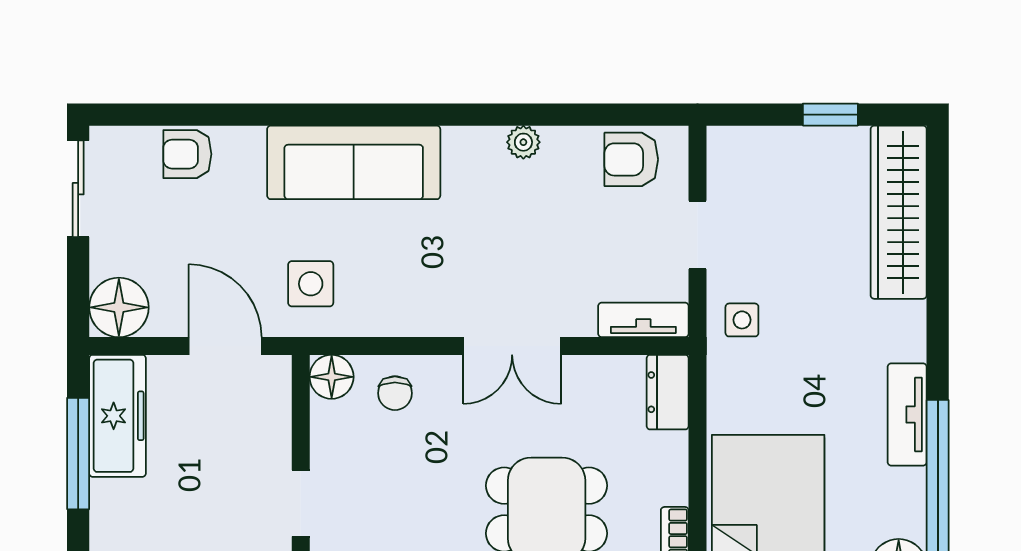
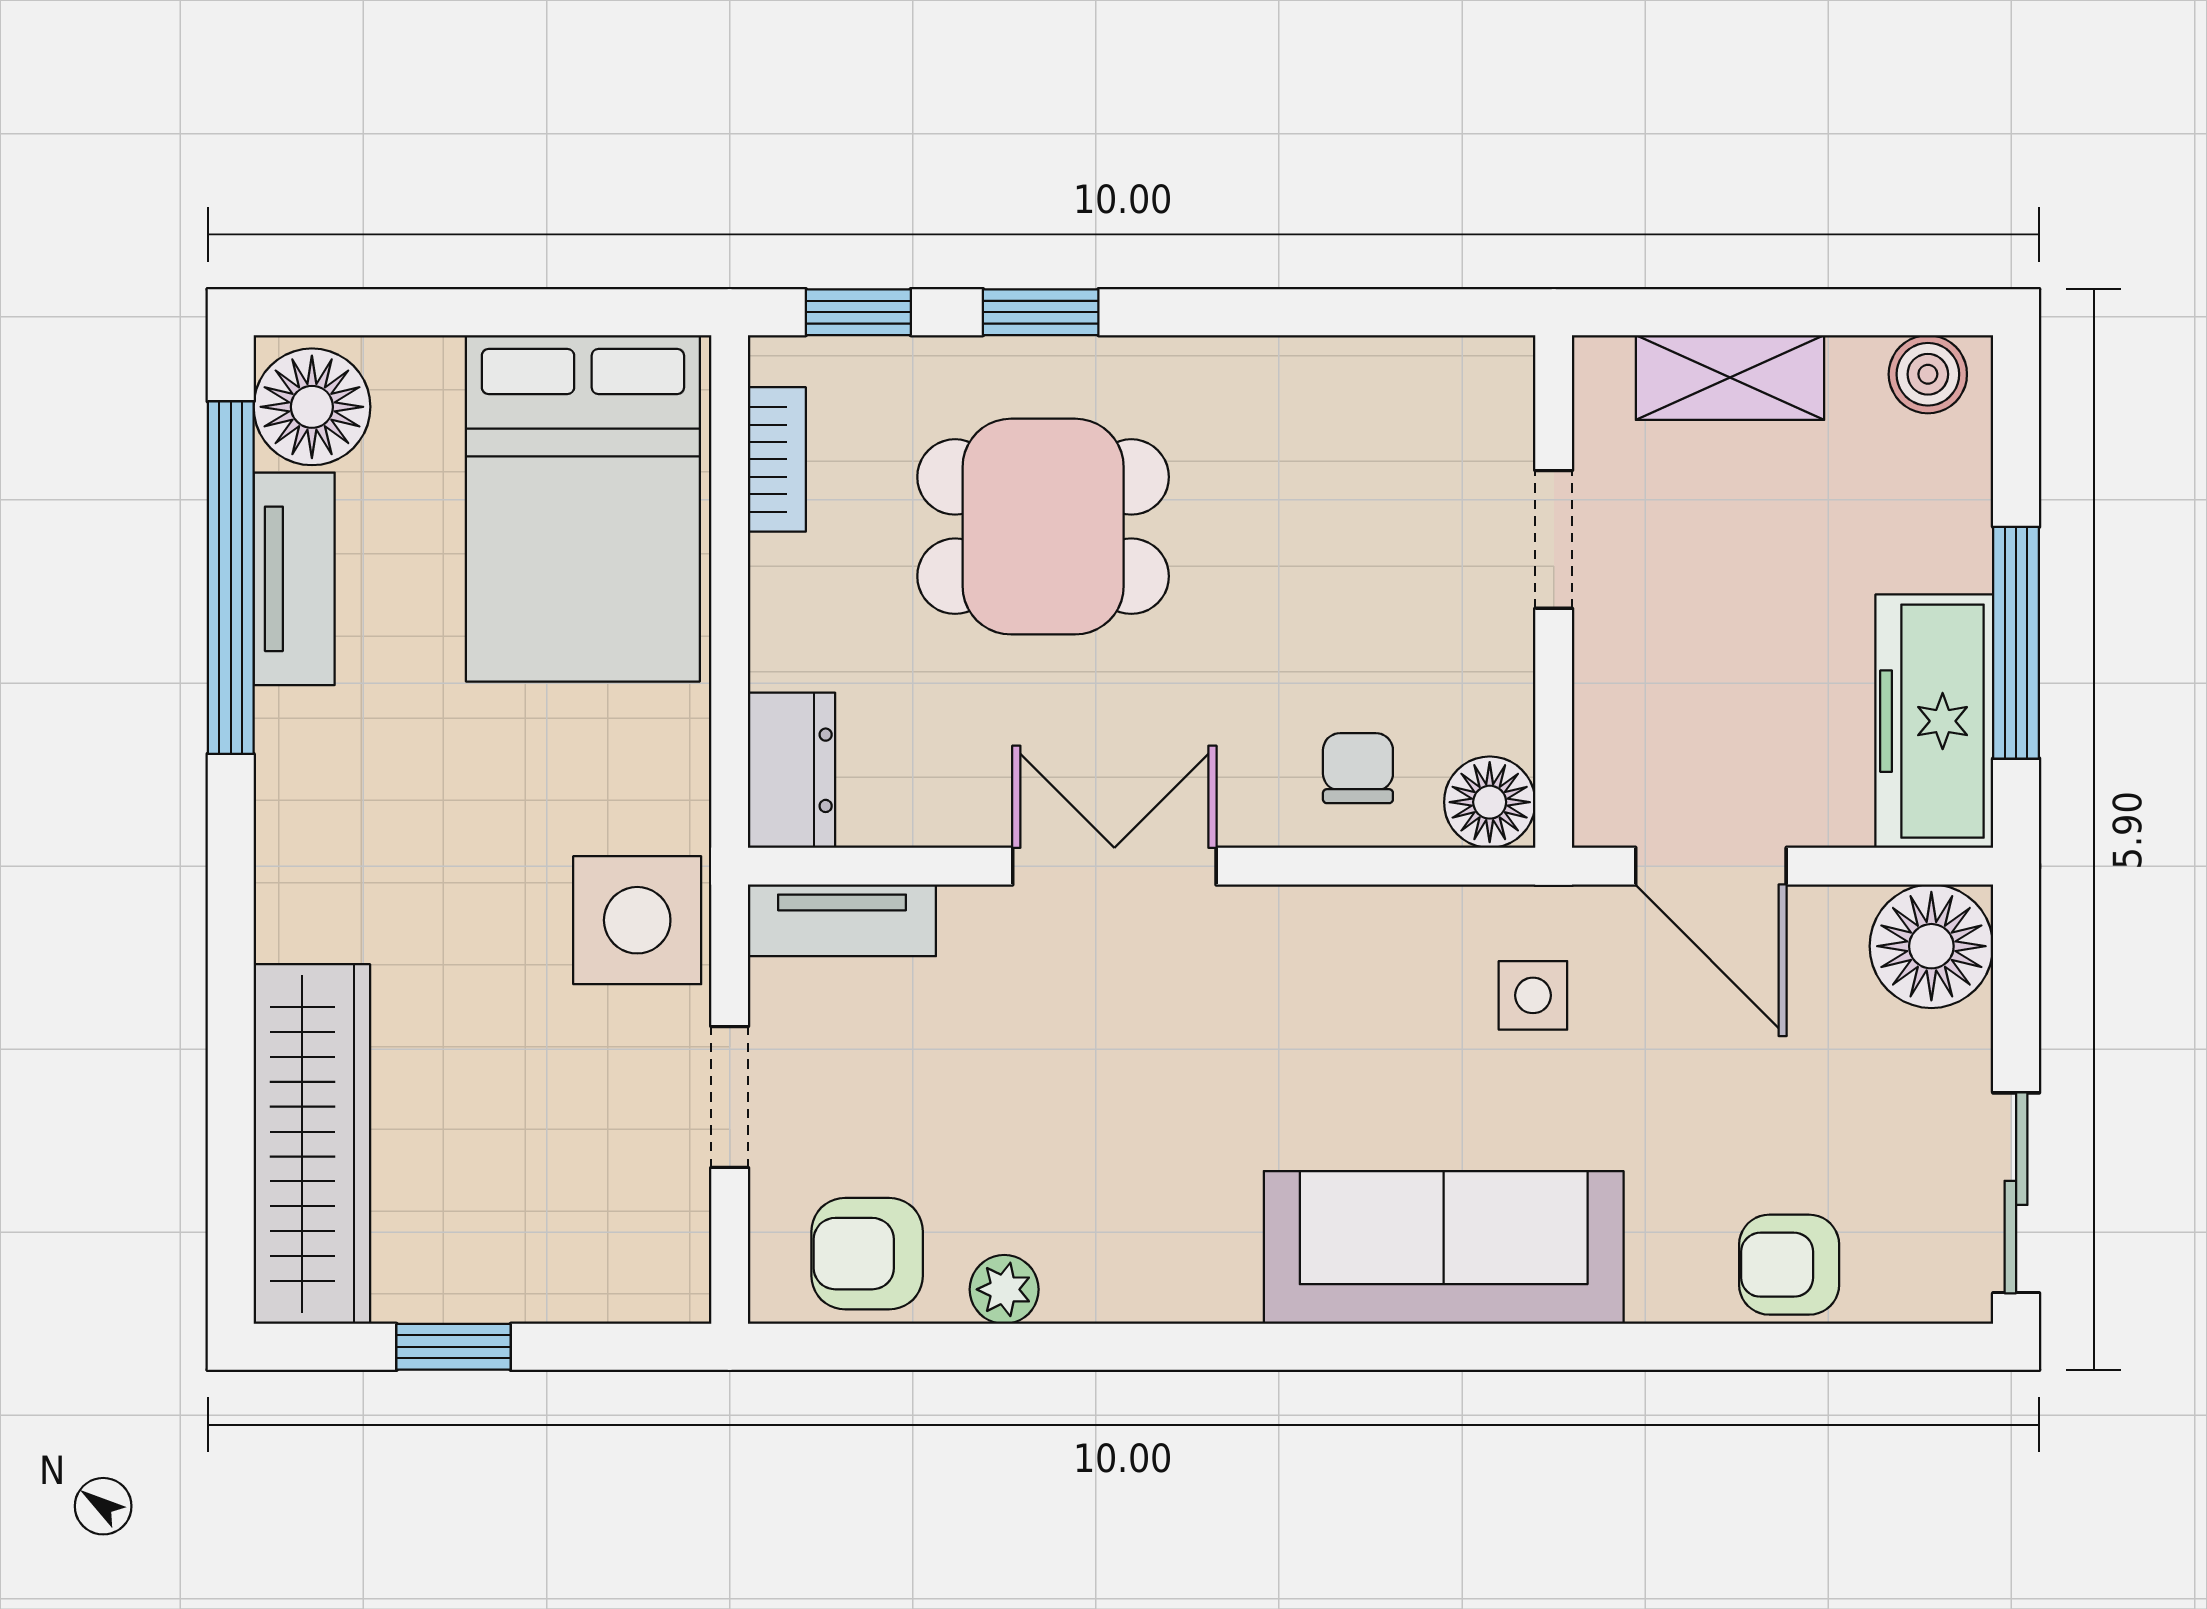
plant: (523, 142) -> (1004, 1289), moved
armchair: (187, 154) -> (1789, 1265), turned 180
armchair: (631, 159) -> (867, 1254), turned 180
side table: (311, 284) -> (1533, 995), width x0.73, depth x0.73
side table: (742, 320) -> (637, 920), width x1.87, depth x1.87
tv unit: (907, 414) -> (294, 579), moved

